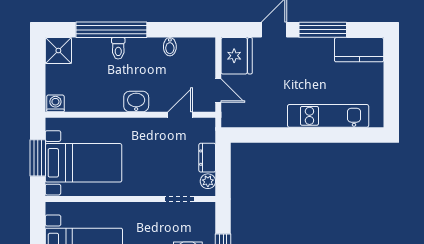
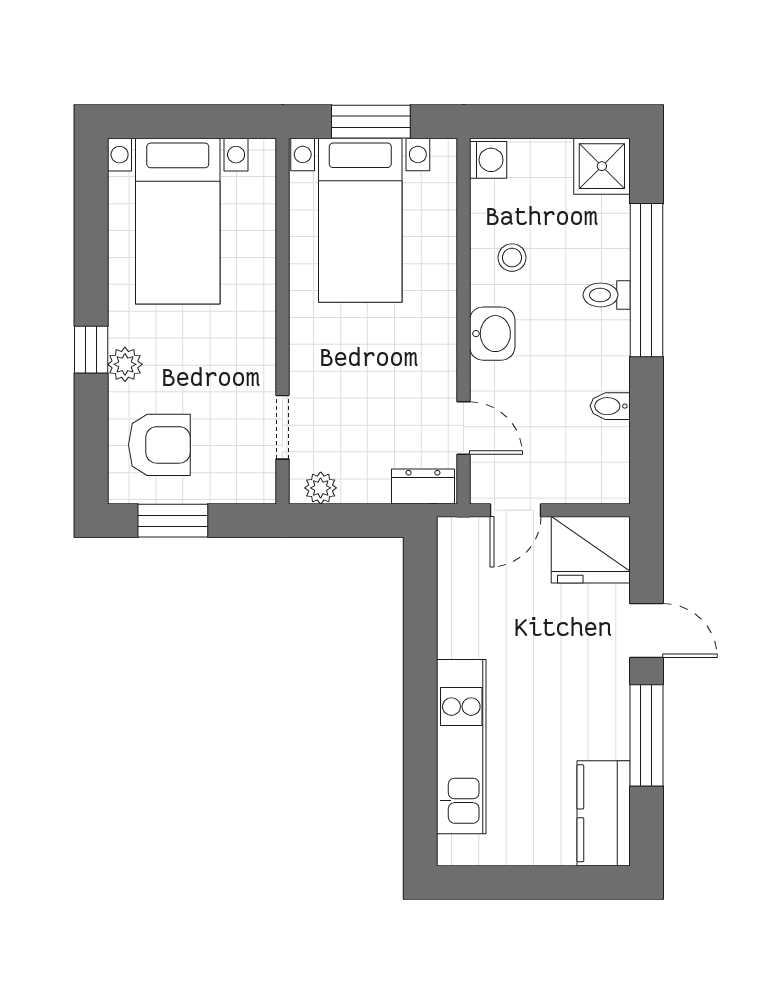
stool: (101, 92) -> (512, 258), added
dresser: (207, 158) -> (423, 486), moved

